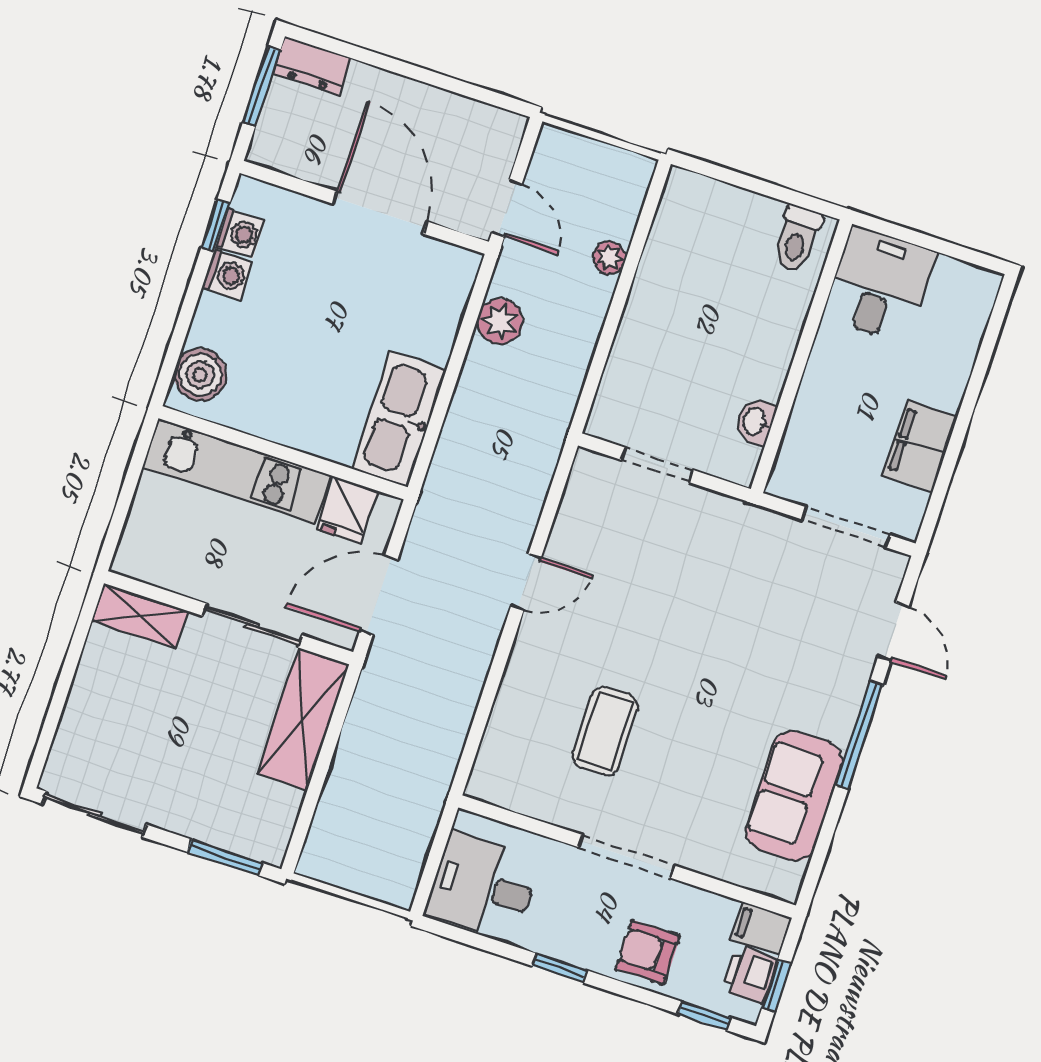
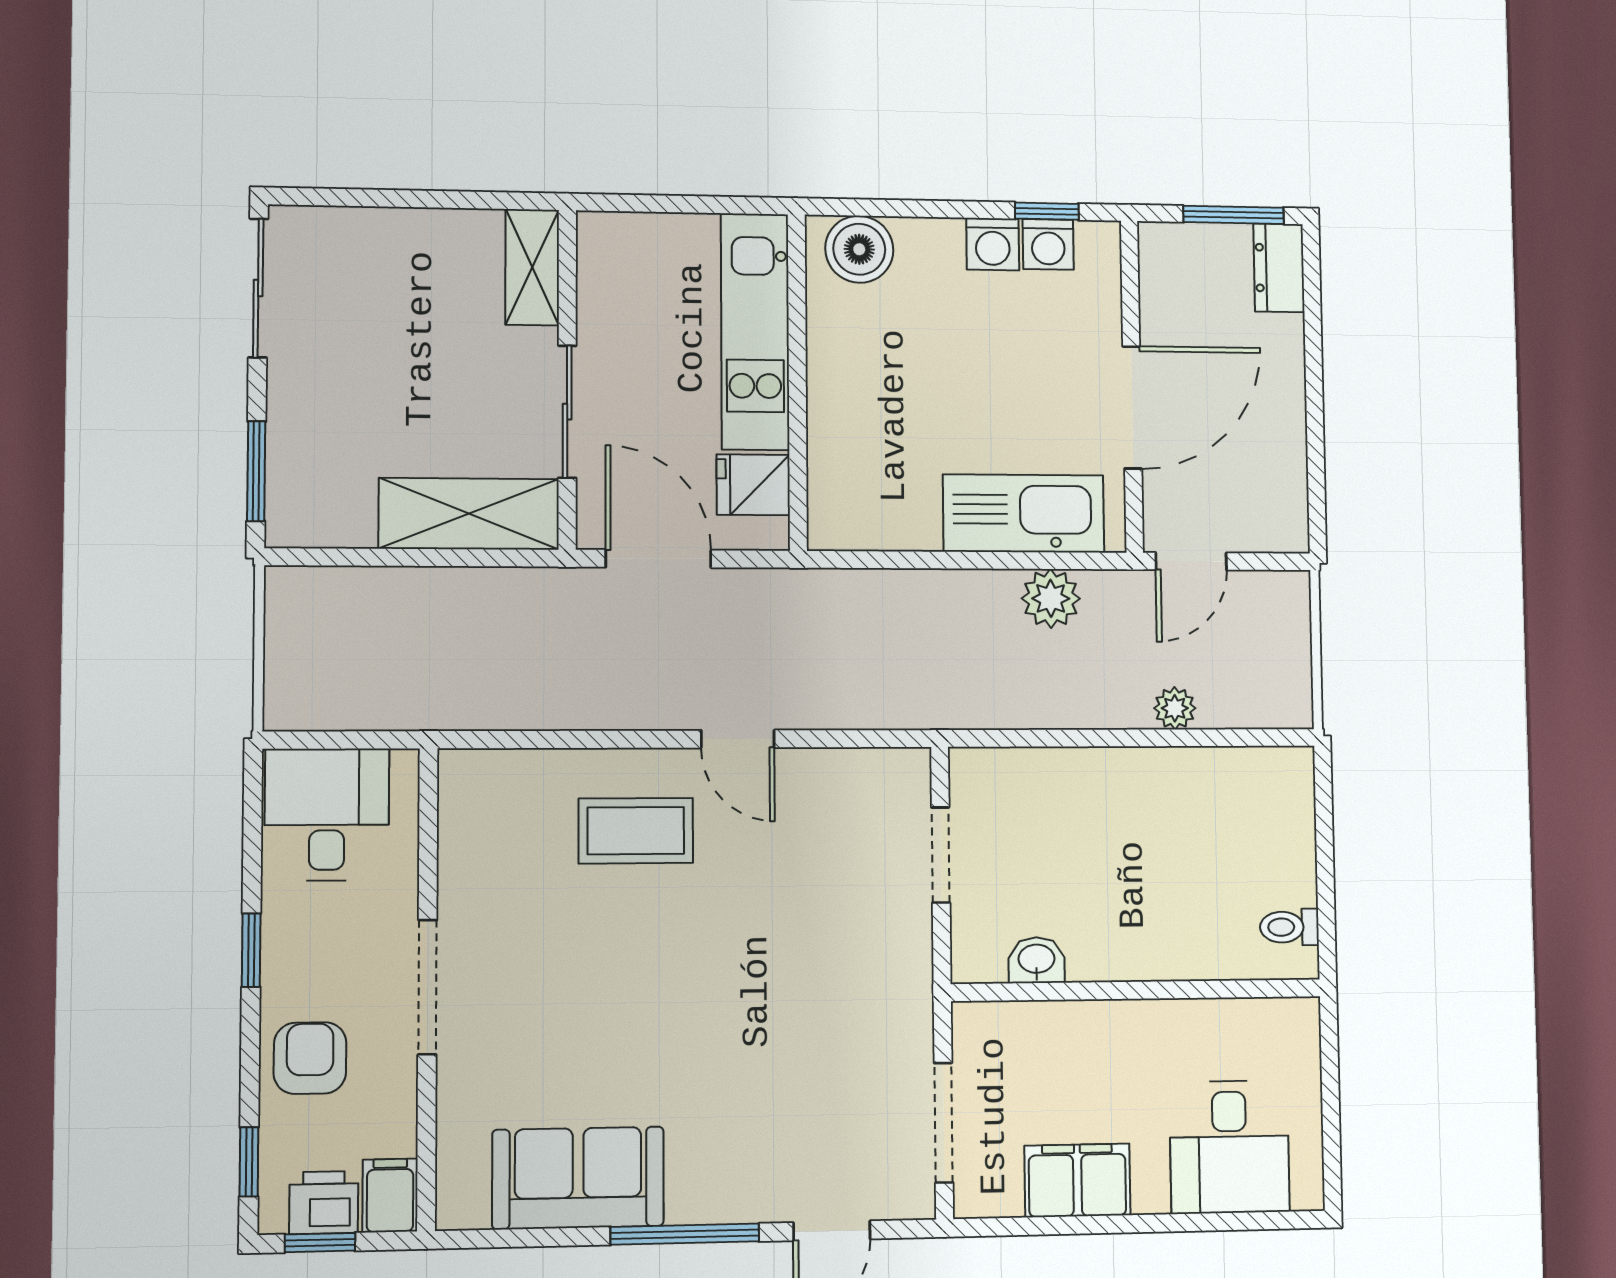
toilet: (797, 239) -> (1289, 927), width x0.73, depth x0.72
desk: (880, 284) -> (1229, 1147), moved, turned 90
kitchen sink: (399, 419) -> (1024, 513), moved
coffee table: (605, 731) -> (636, 831), moved

